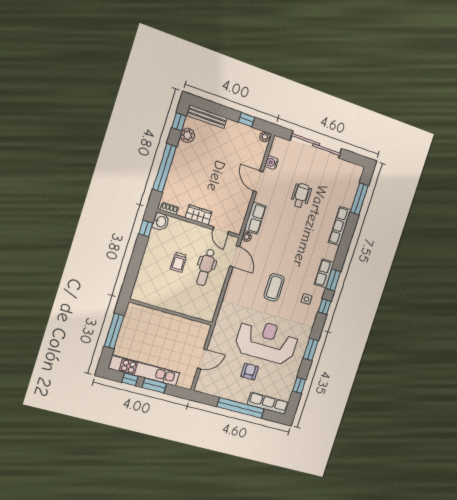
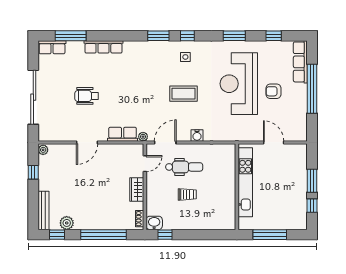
water cooler: (271, 163) -> (197, 135), moved
row of seats: (324, 273) -> (52, 47), moved
kitchen unit: (144, 370) -> (245, 182), moved, turned 180

